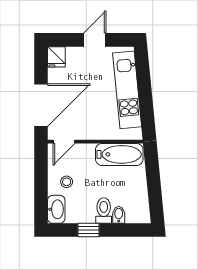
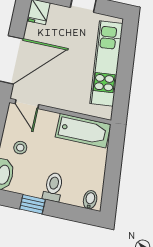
door: (64, 142) -> (27, 104), hinge flipped
bidet: (119, 215) -> (90, 200), moved

